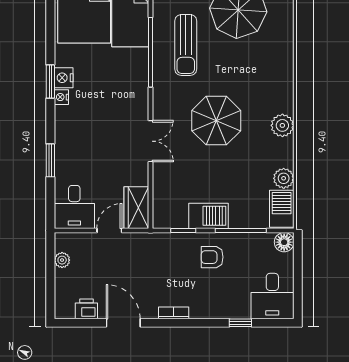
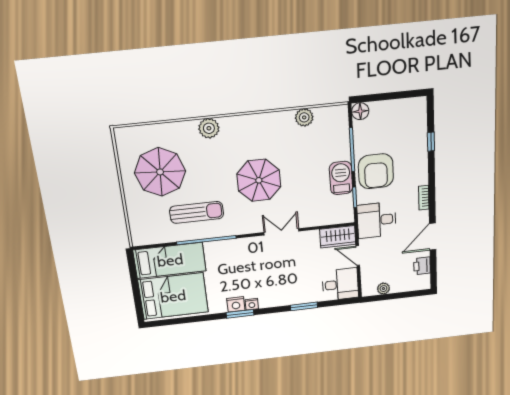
plant: (282, 125) -> (209, 128), moved
barbecue: (282, 209) -> (331, 116), removed
armchair: (212, 257) -> (376, 171), width x1.88, depth x1.88
desk: (272, 296) -> (377, 220), moved, turned 180

